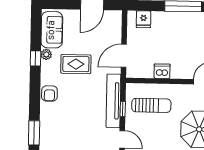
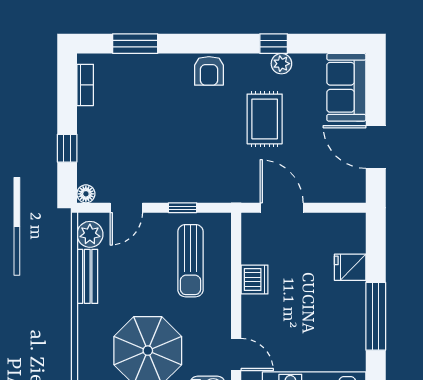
fridge: (144, 19) -> (350, 267), moved
sofa: (52, 30) -> (346, 87), moved, turned 90
armchair: (49, 93) -> (209, 71), turned -90
tv unit: (113, 101) -> (198, 190), removed

